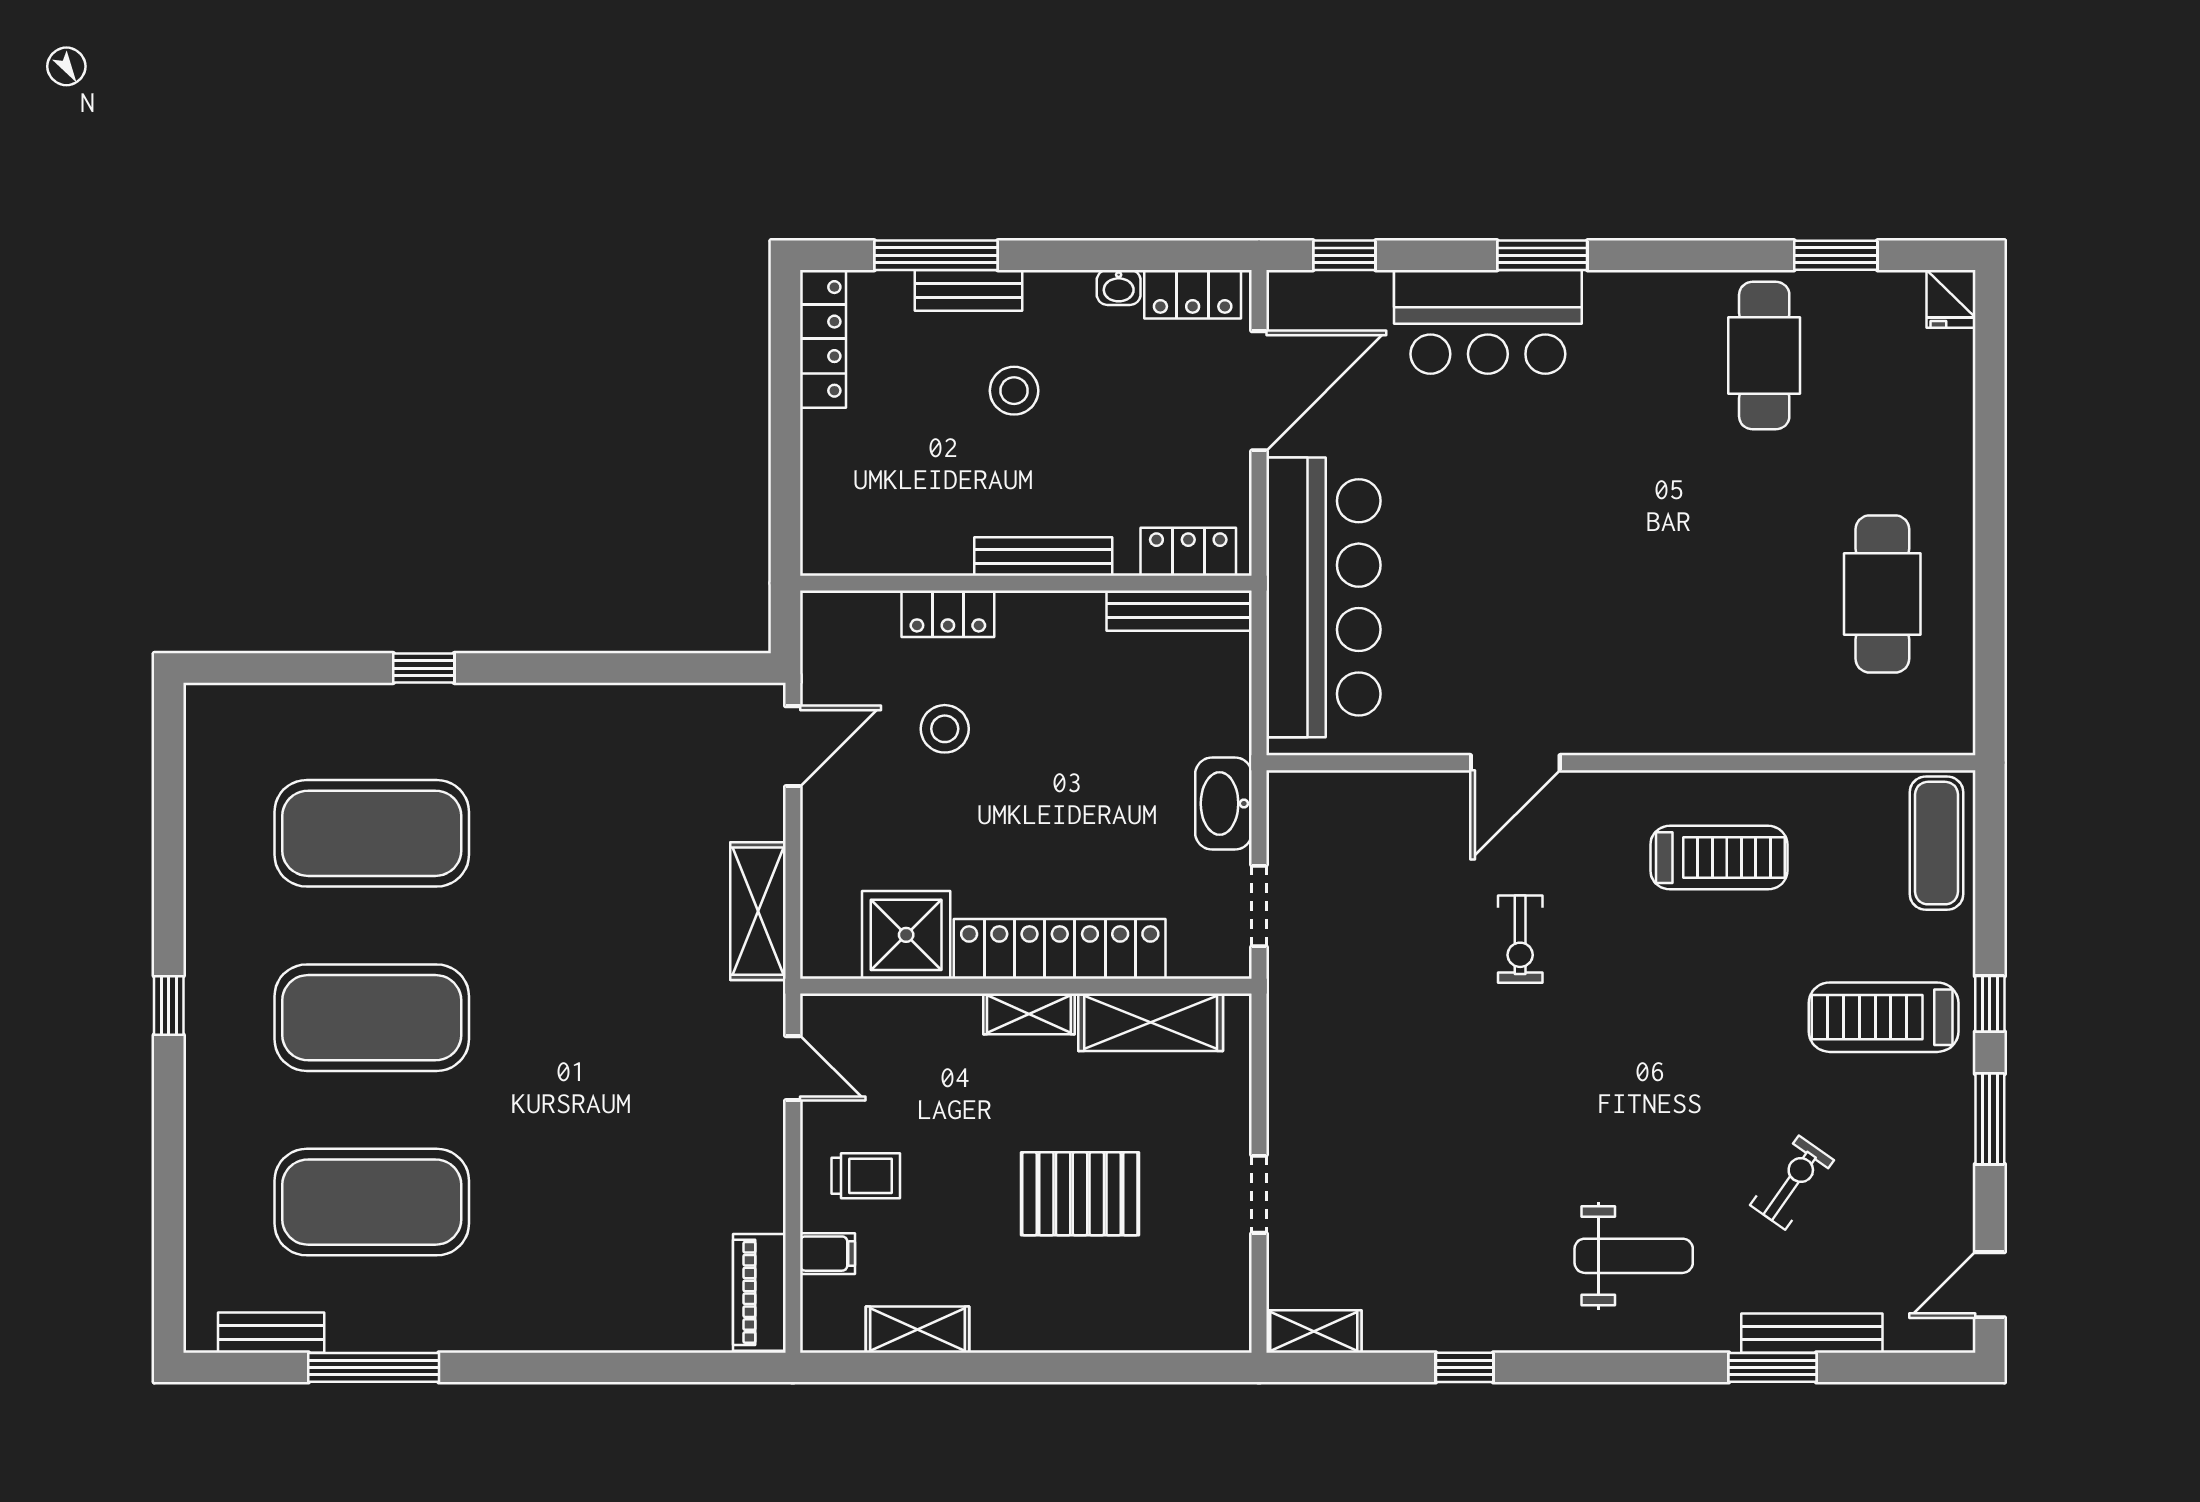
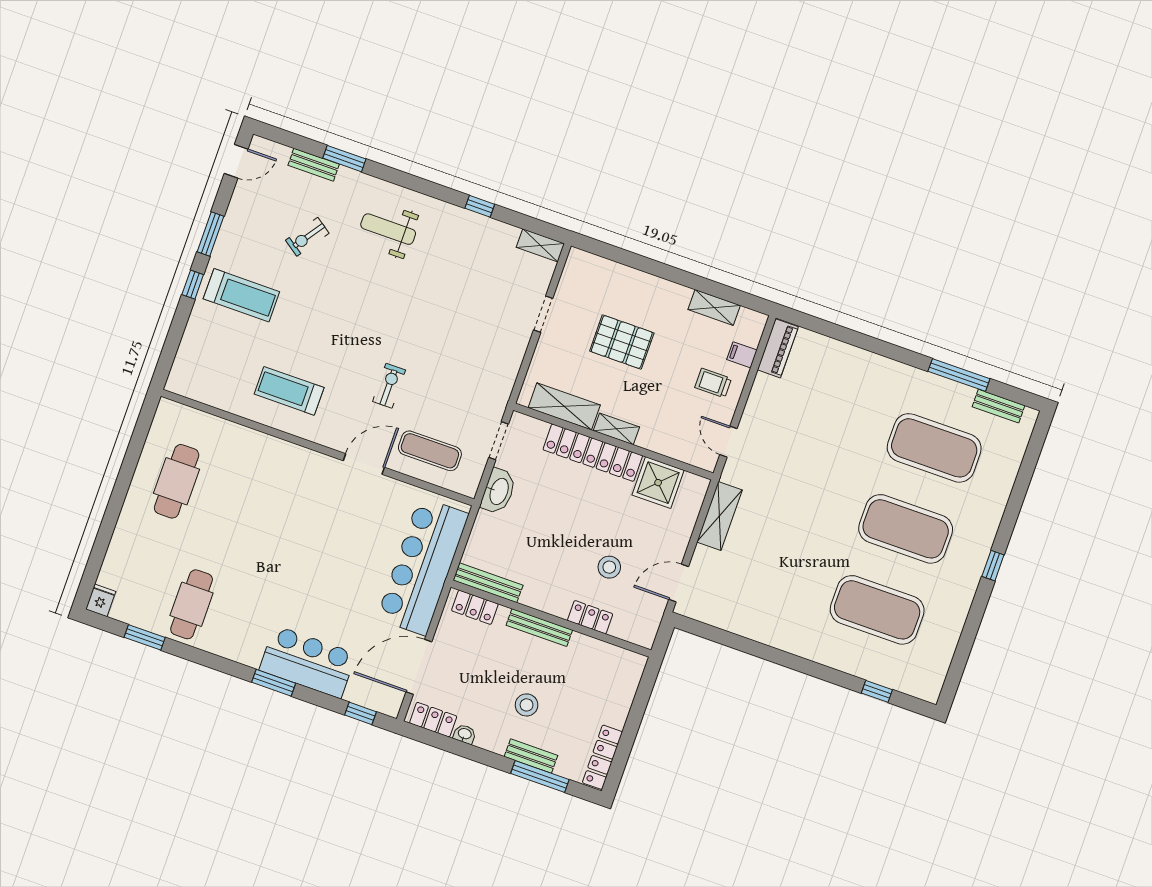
window: (424, 668) -> (877, 691), moved
exercise mat: (1936, 843) -> (430, 451), moved, turned 90
bench: (1812, 1333) -> (314, 165), width x0.73

